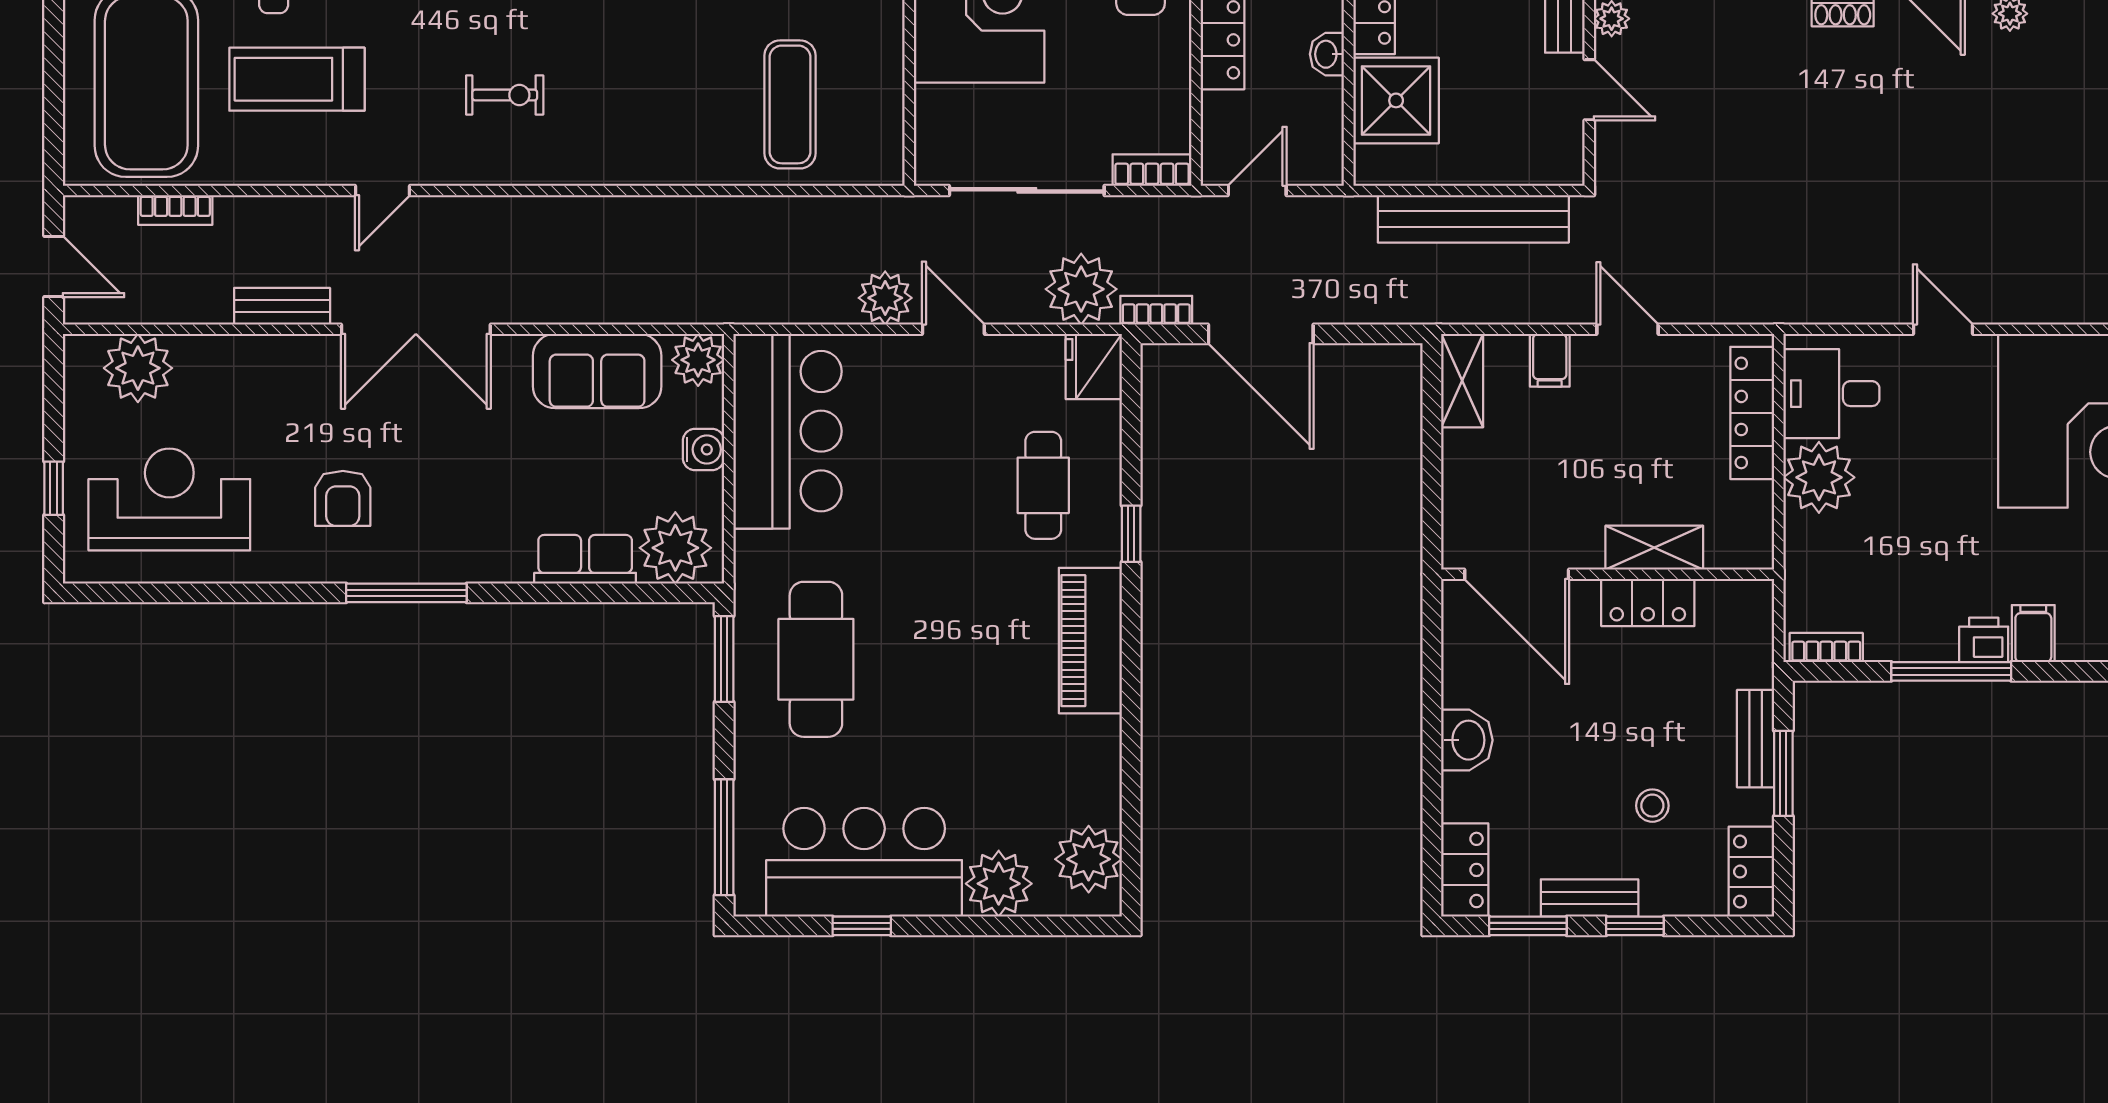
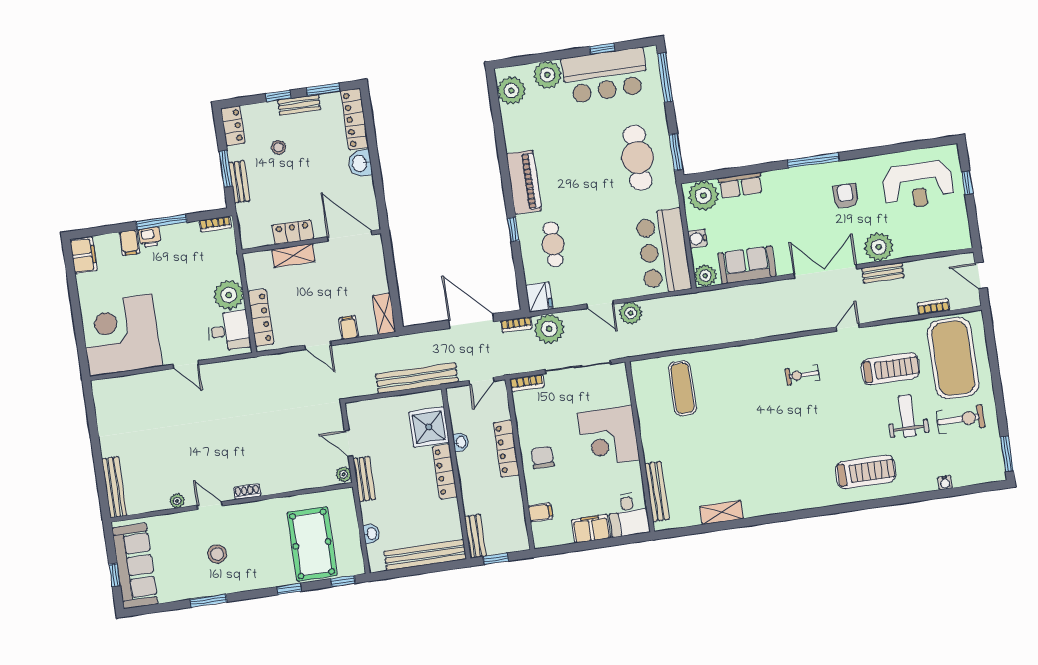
bench: (1473, 219) -> (417, 378), moved
plant: (138, 368) -> (879, 247), moved
locker: (1465, 870) -> (355, 119), width x1.53

